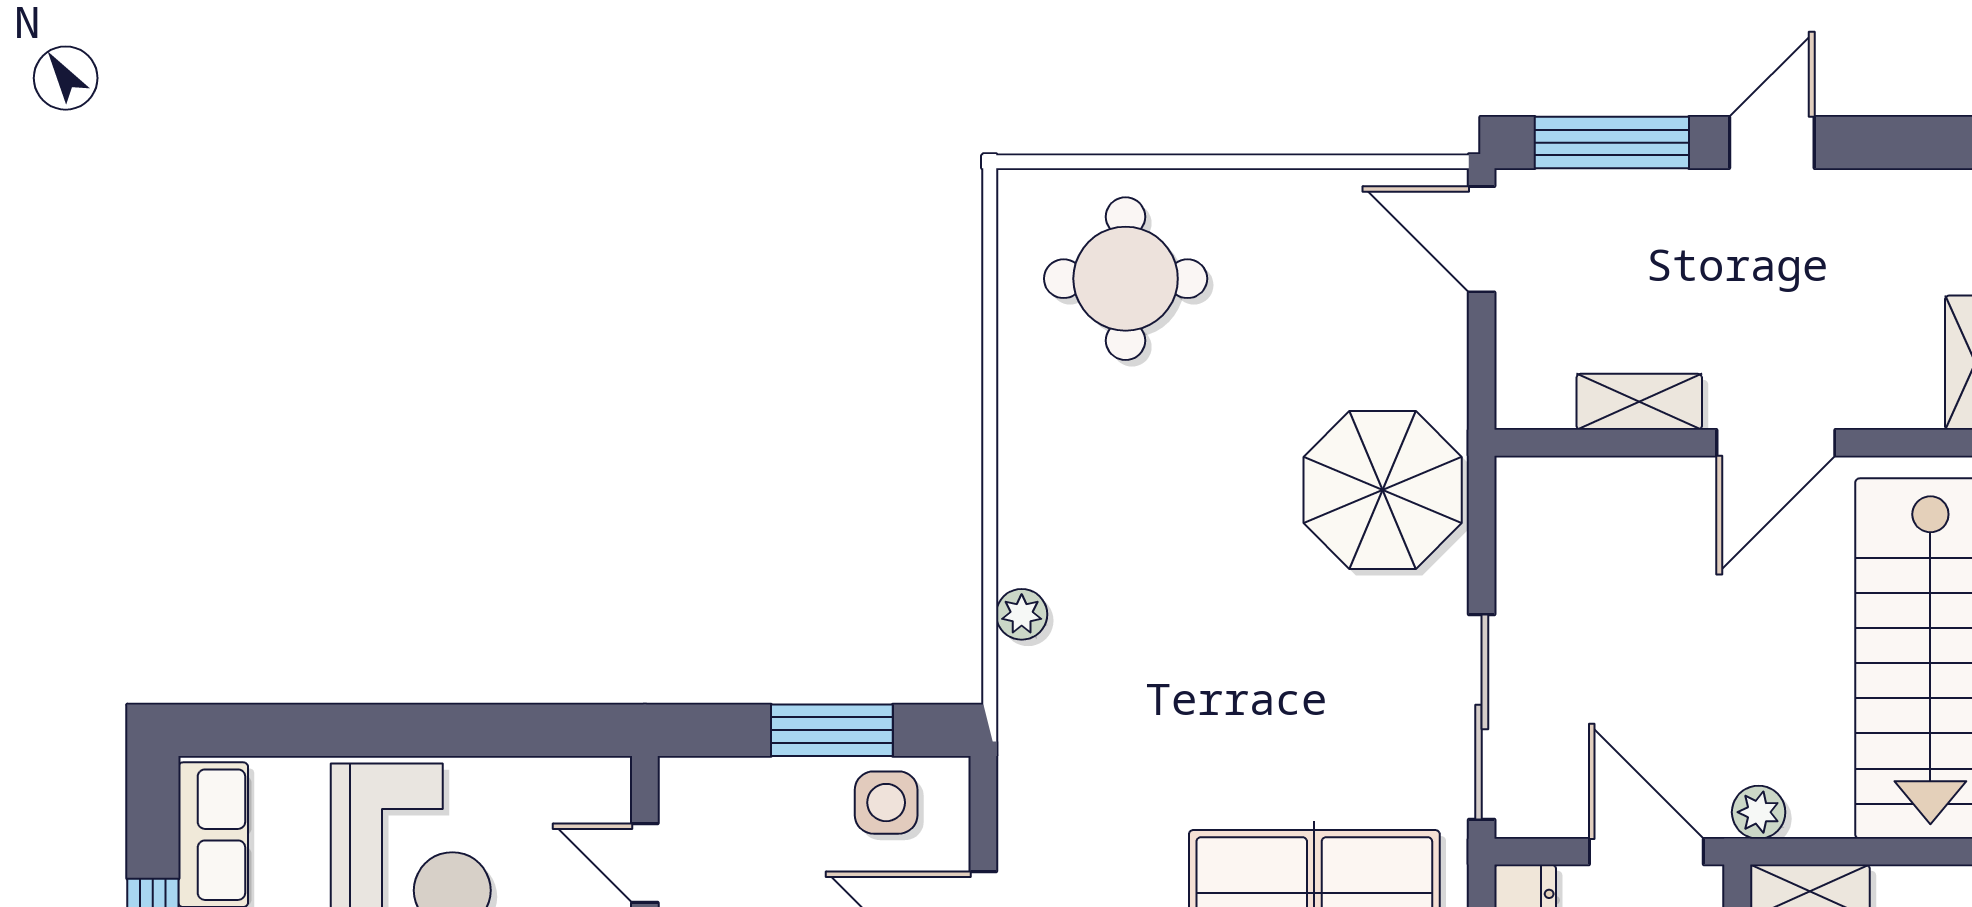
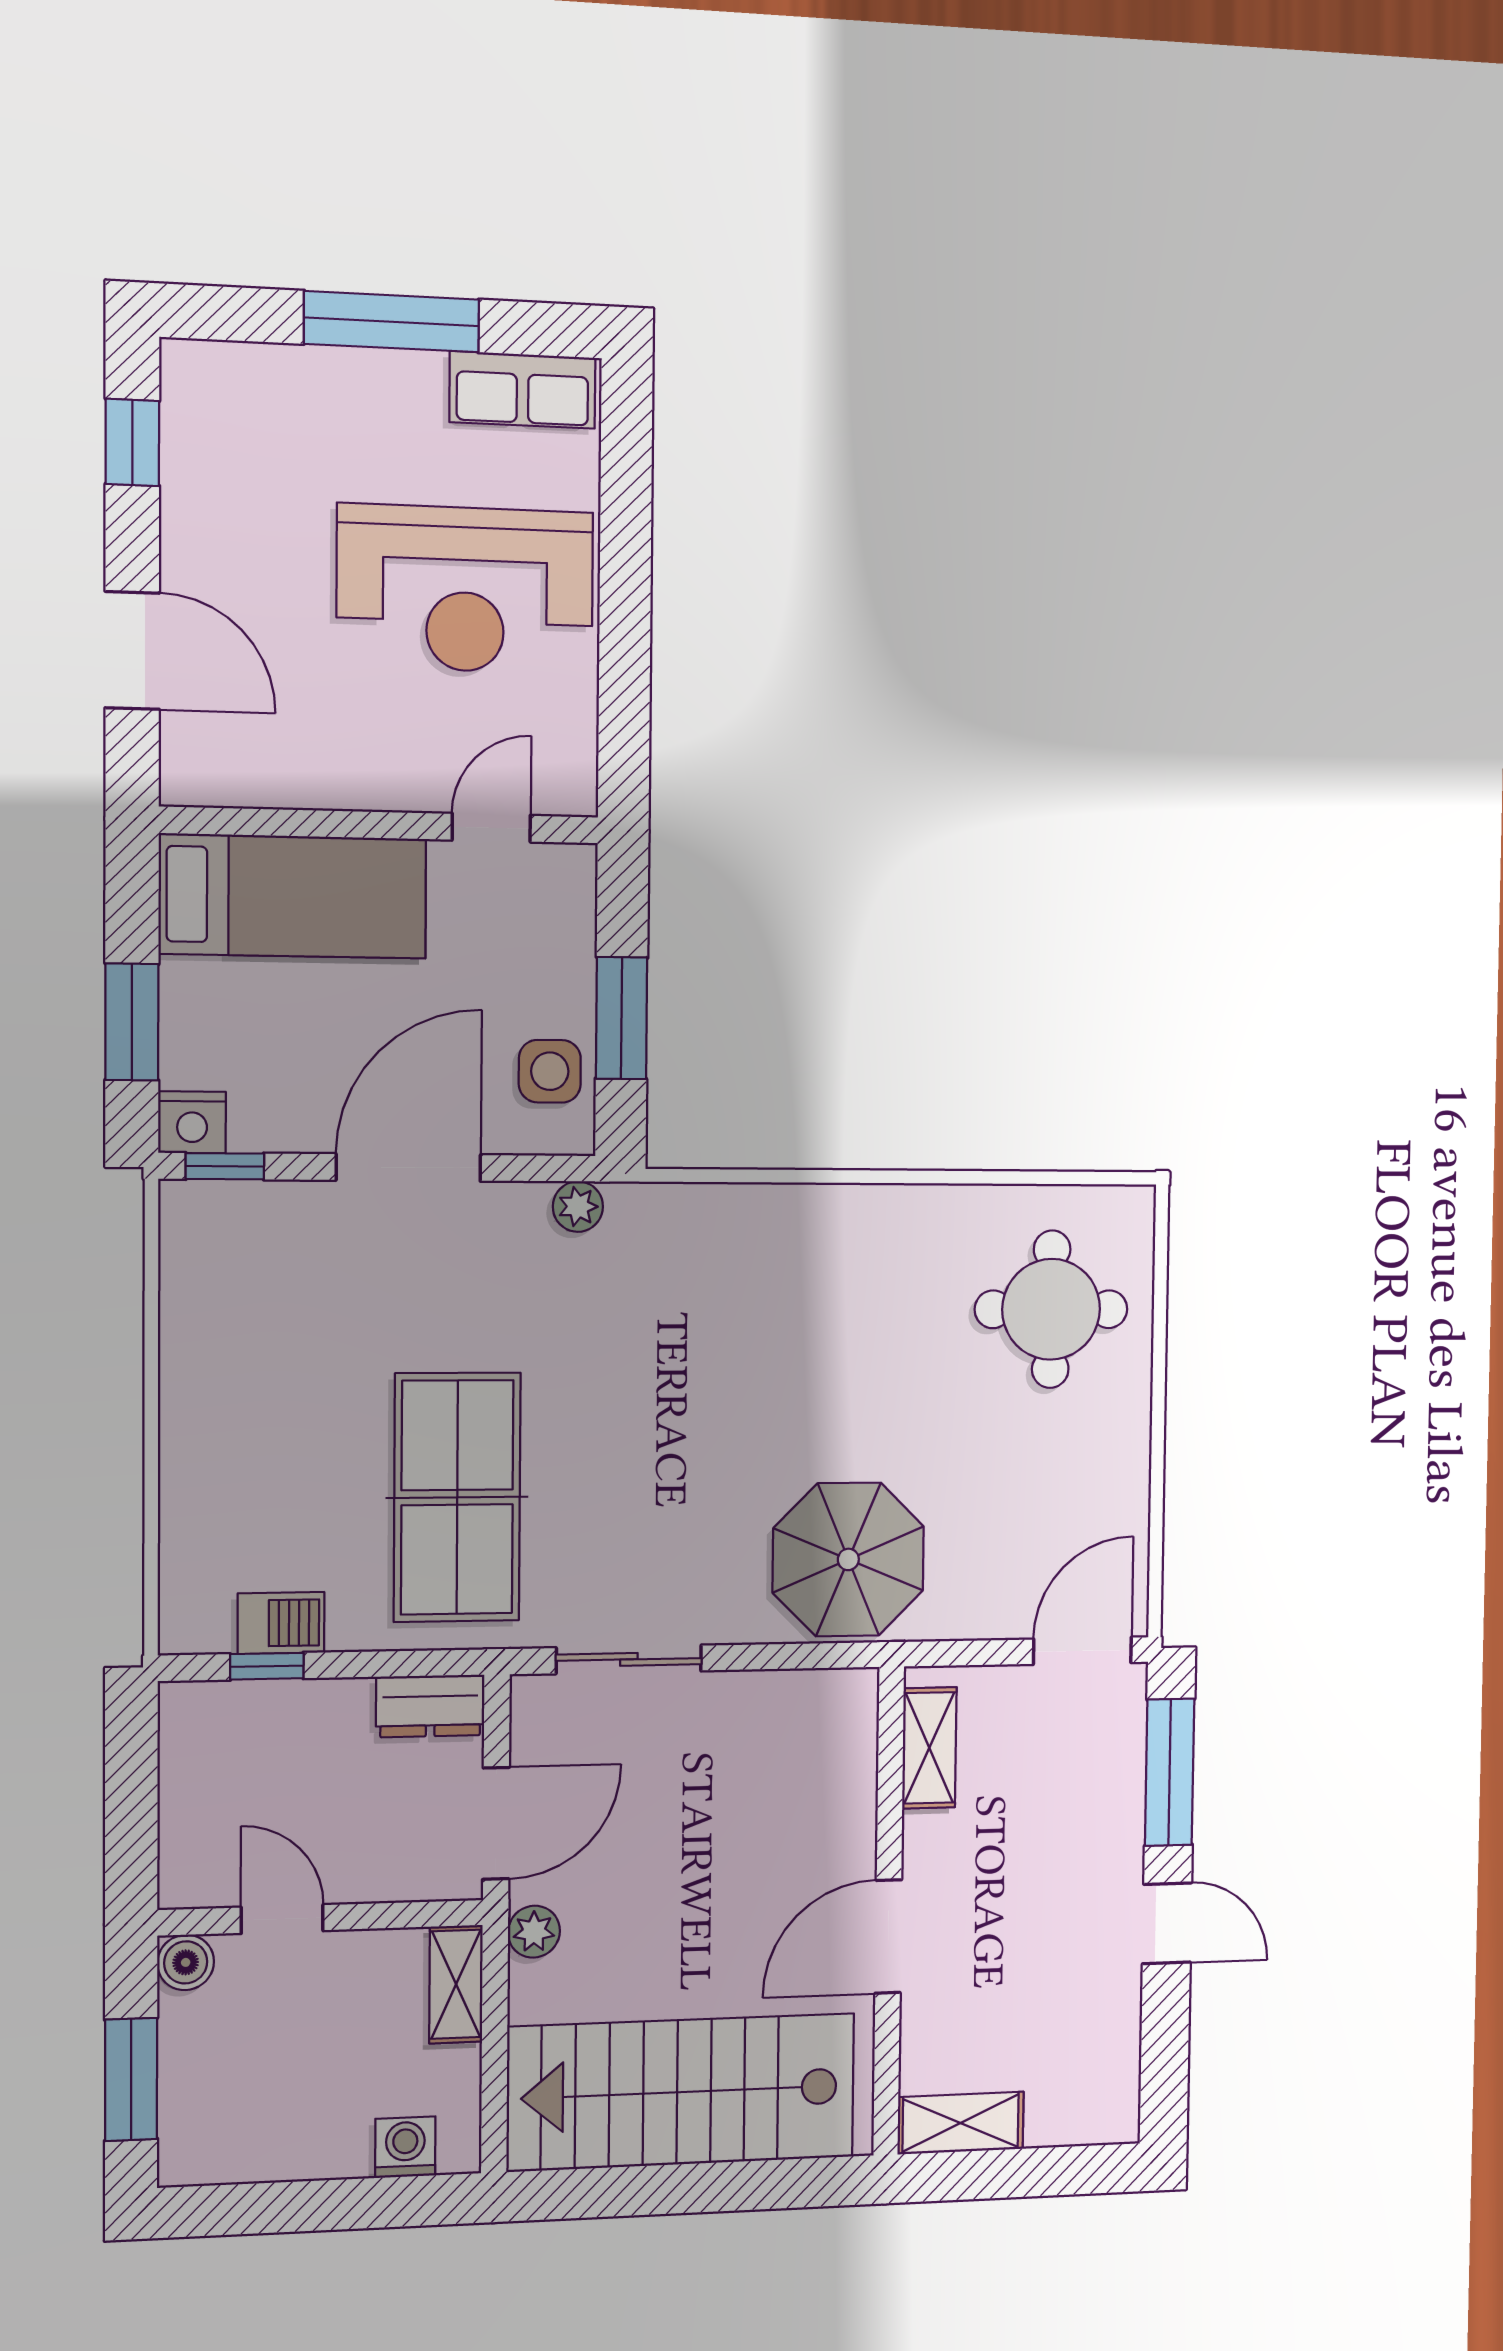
shelving: (1639, 402) -> (929, 1748), moved
door: (1776, 443) -> (888, 1937), hinge flipped
plant: (1022, 614) -> (578, 1207), moved
sliding door: (1482, 717) -> (629, 1659), width x0.73

